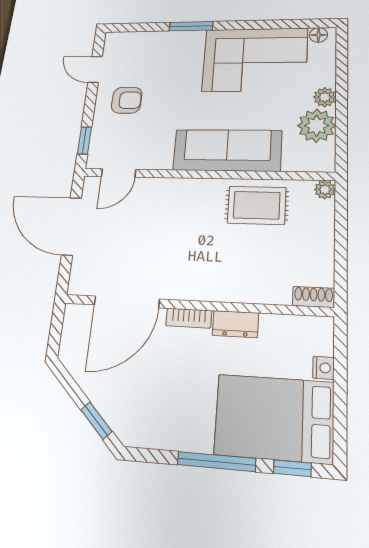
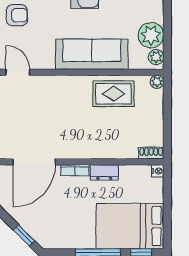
plant: (325, 97) -> (156, 57), moved
door: (119, 173) -> (18, 72), swing flipped
nightstand: (324, 368) -> (158, 171), moved

